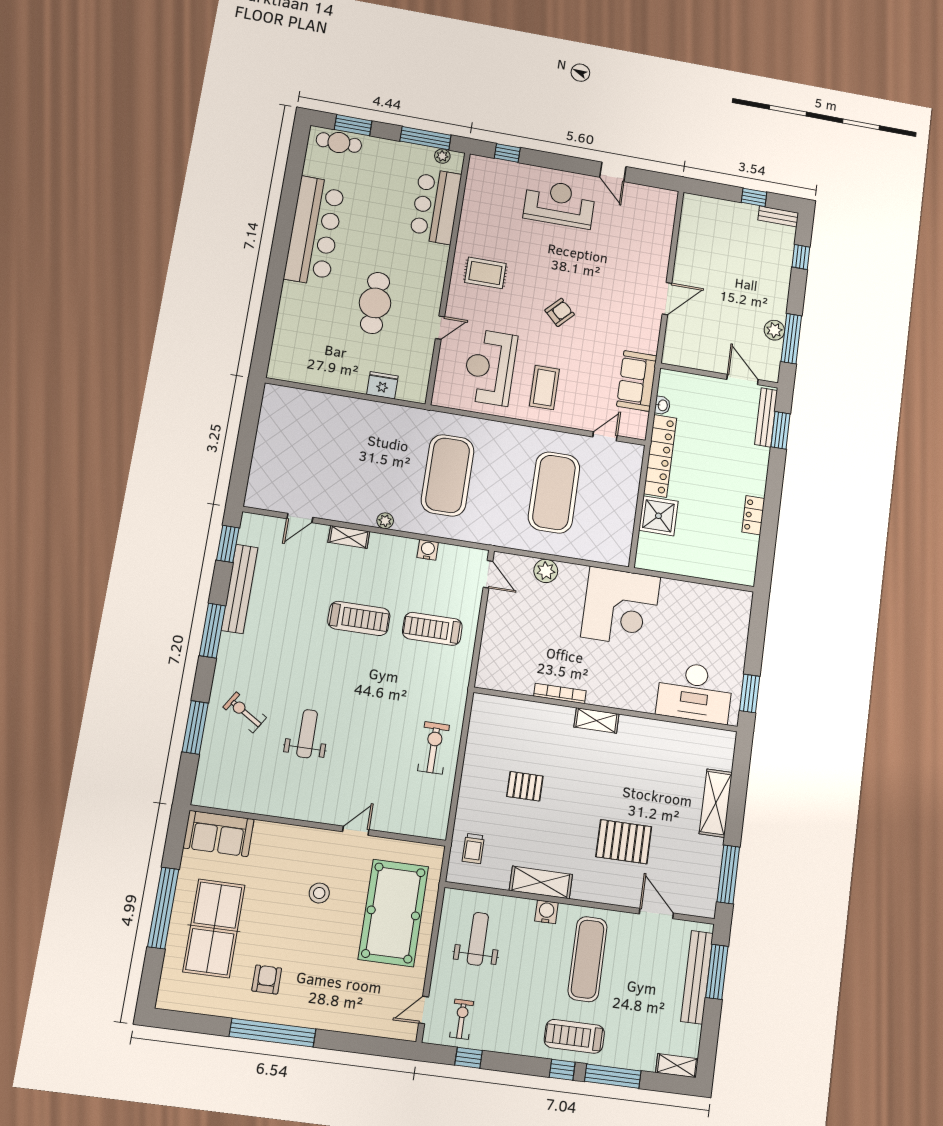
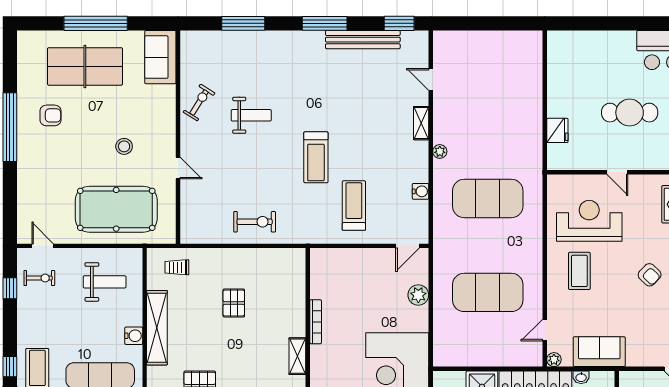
coffee table: (544, 388) -> (579, 271), turned 90
plant: (639, 432) -> (554, 360), added
door: (605, 436) -> (545, 330), swing flipped
treadmill: (359, 618) -> (316, 157), moved
exercise bike: (245, 712) -> (199, 103), moved
shelving: (541, 882) -> (157, 328), width x1.47

